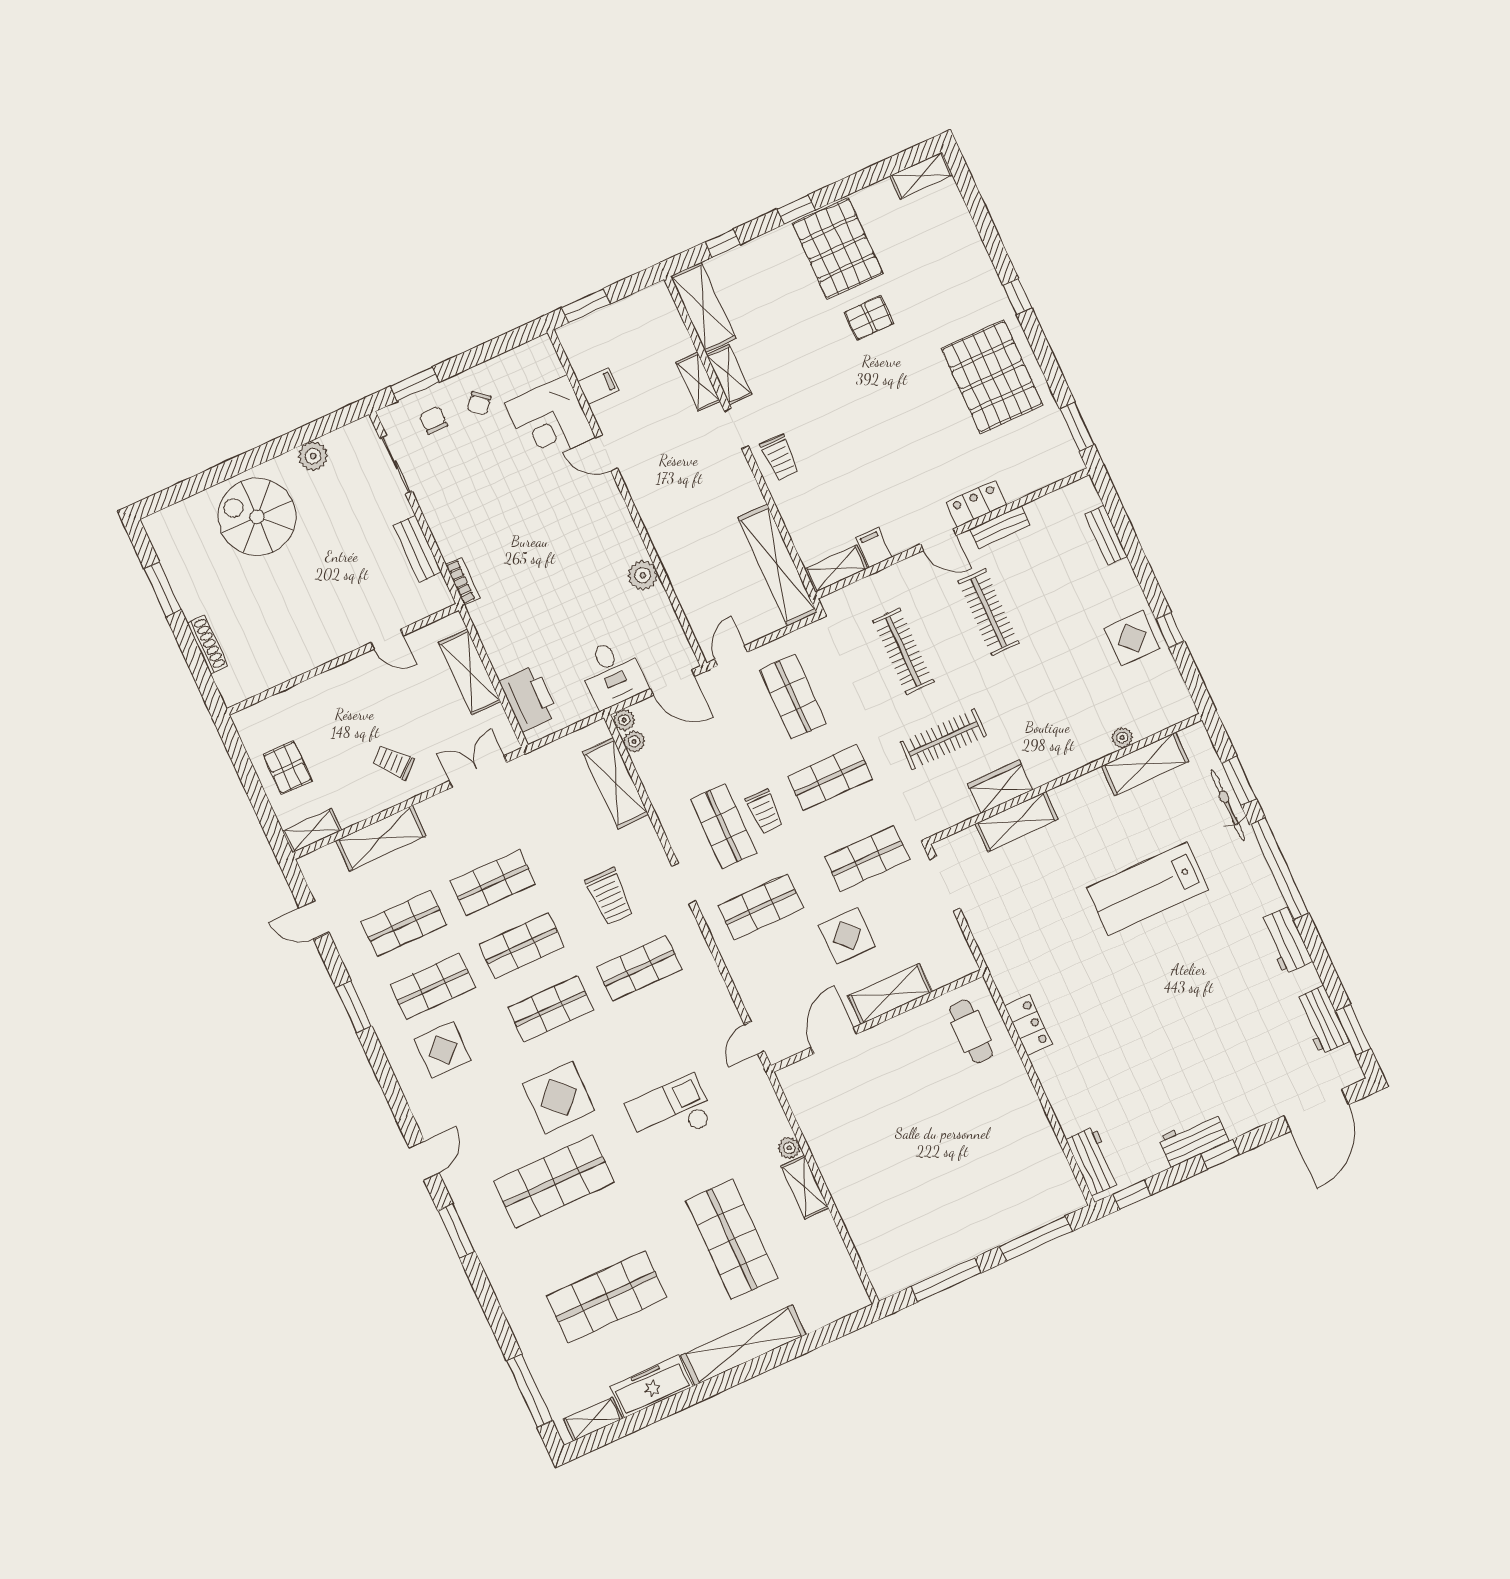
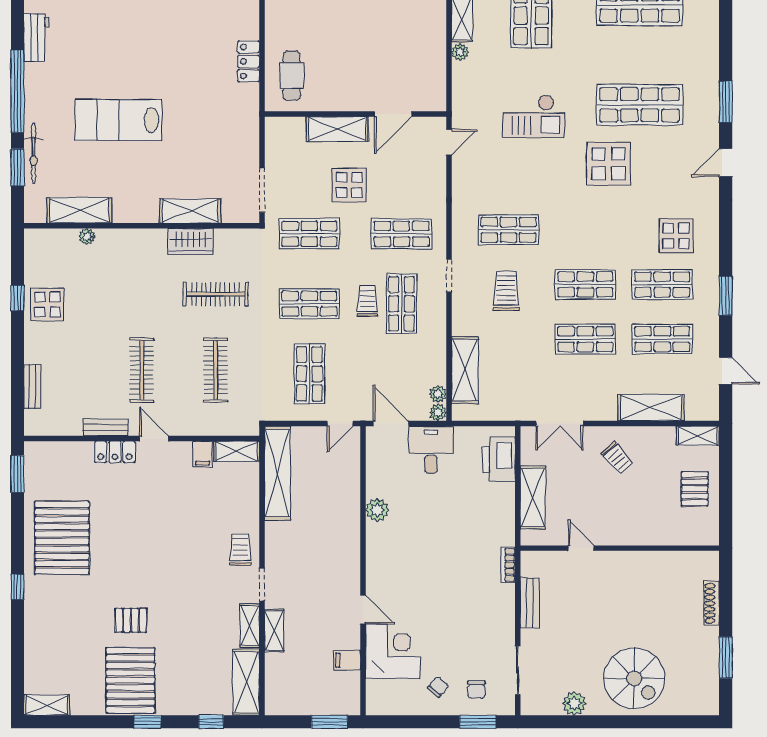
lab bench: (1148, 889) -> (118, 120), turned 180
shop shelf: (551, 1009) -> (585, 230), removed

